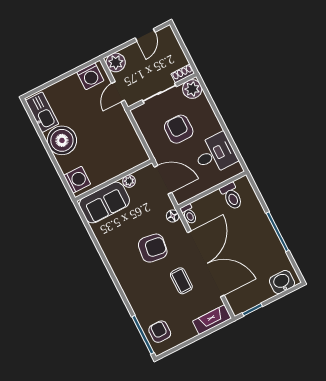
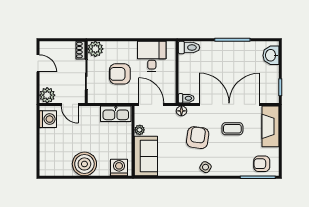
kitchen sink: (42, 112) -> (116, 114), moved, turned 180
door: (163, 180) -> (151, 104), hinge flipped
toilet: (232, 196) -> (189, 48), moved
side table: (125, 273) -> (206, 167), added
fireplace: (212, 320) -> (270, 126), width x1.37, depth x1.32

